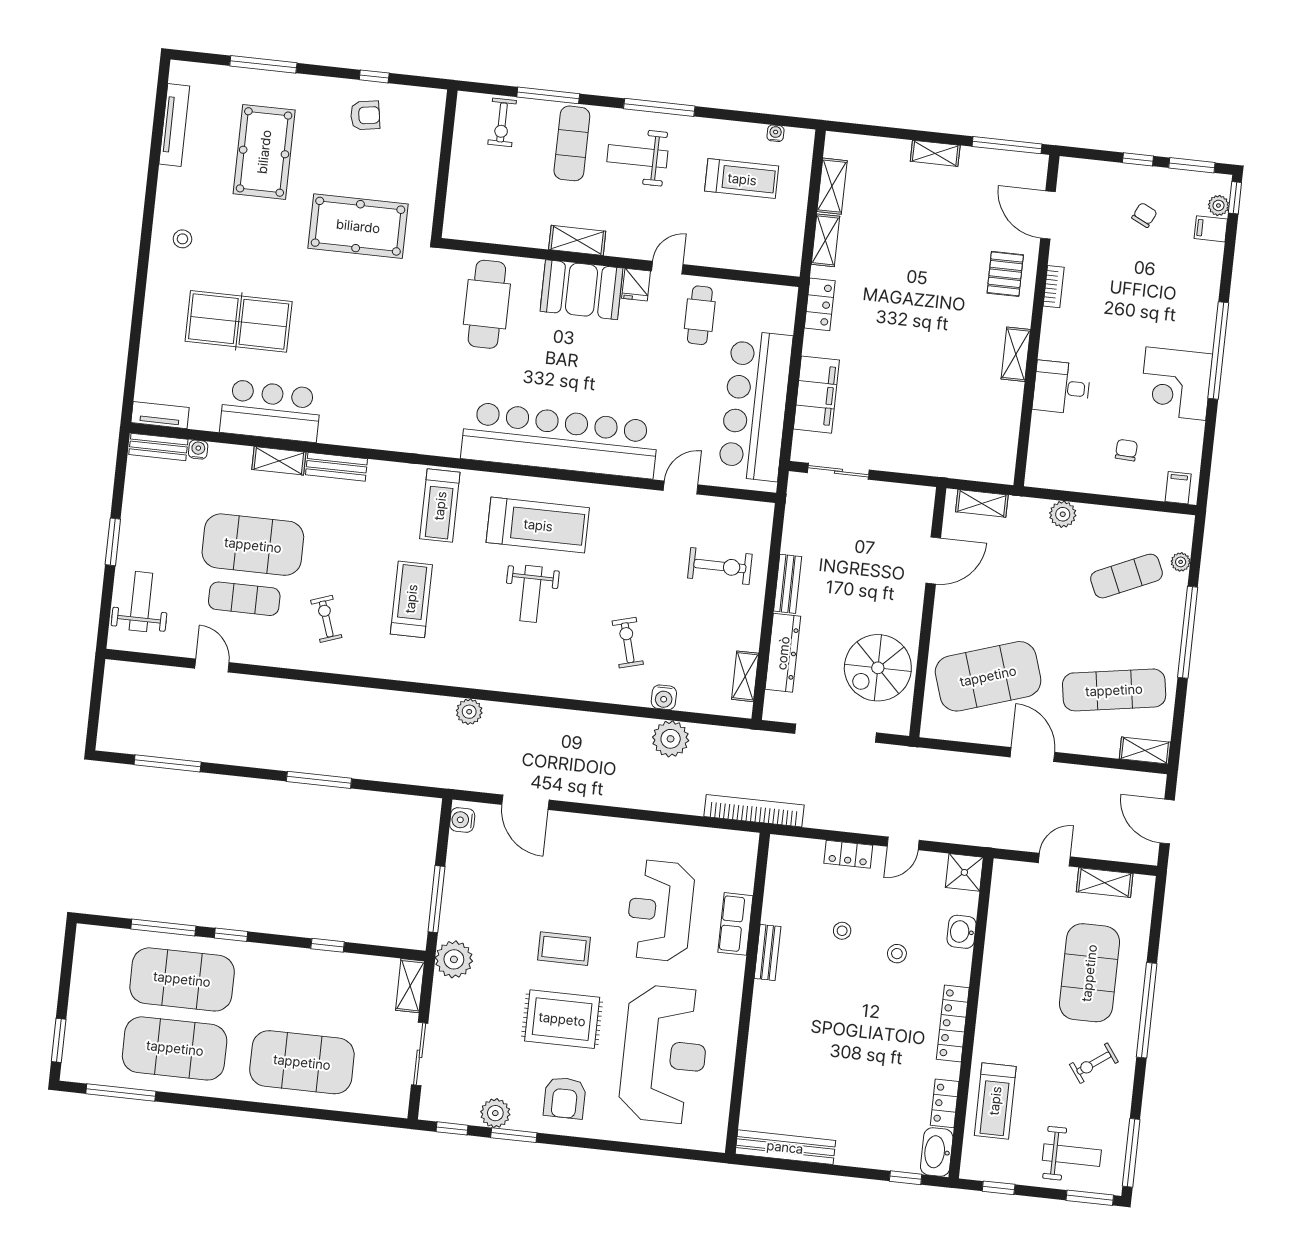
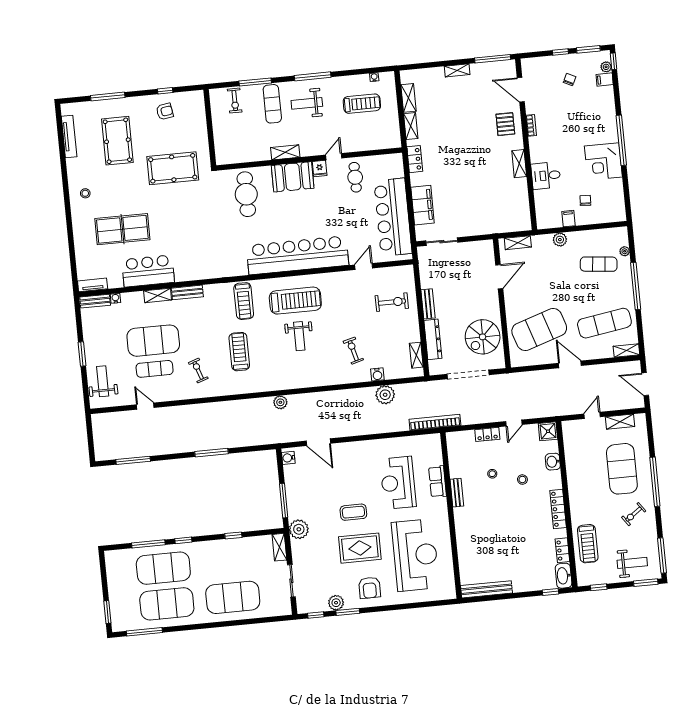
filing cabinet: (1178, 488) -> (569, 219), moved
exercise mat: (1126, 576) -> (599, 264), turned 30

